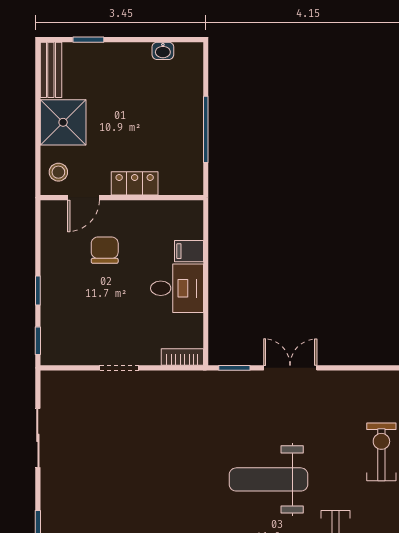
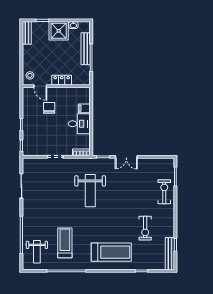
bench: (192, 108) -> (86, 49), added
shower: (63, 122) -> (59, 31), moved
door: (83, 198) -> (40, 86), hinge flipped
double door: (290, 368) -> (126, 157), swing flipped
weight bench: (269, 479) -> (90, 191), moved, turned -90

